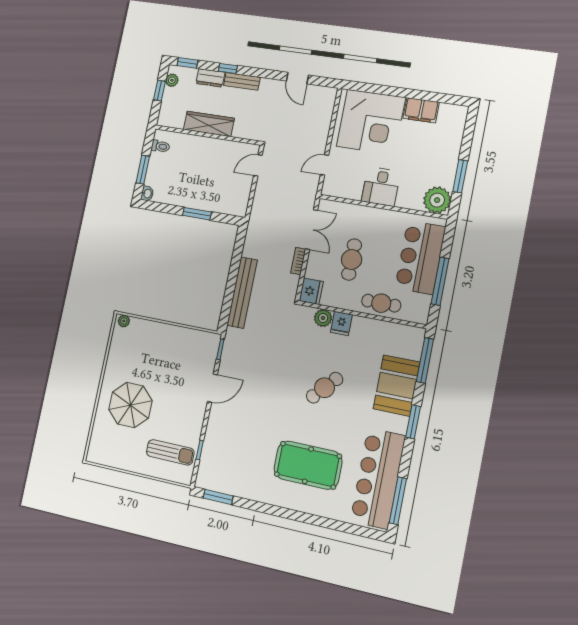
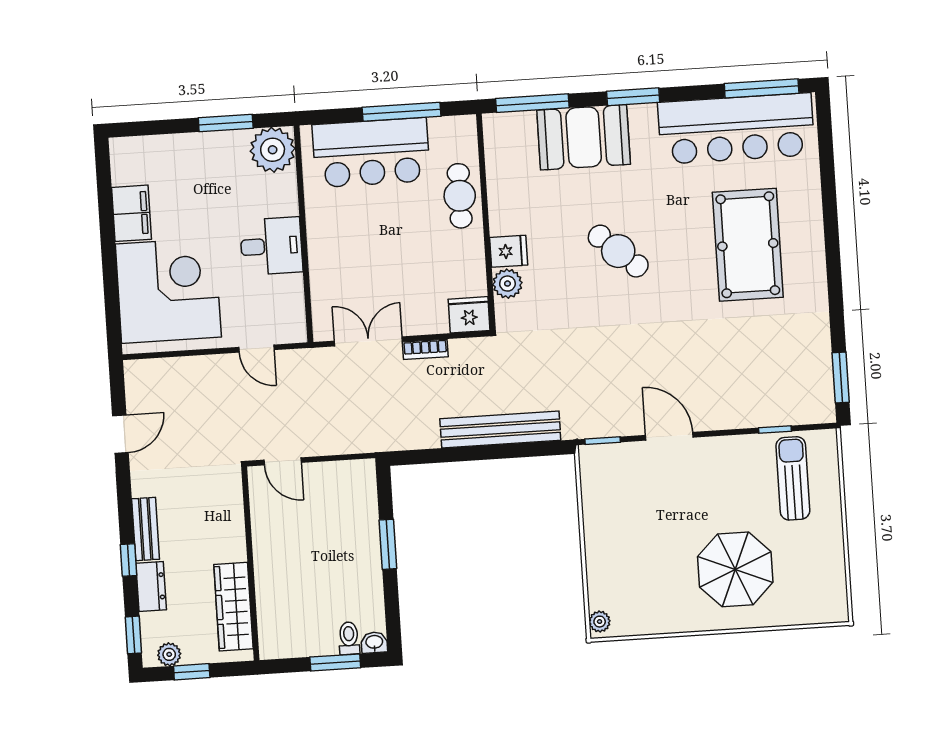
wardrobe: (209, 124) -> (233, 607), moved
toilet: (160, 146) -> (349, 638), moved
cafe table: (352, 260) -> (401, 262), removed

